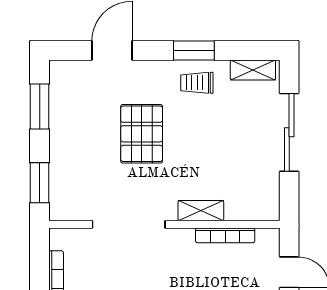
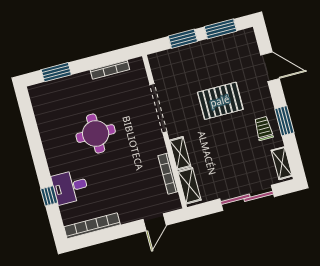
window: (40, 183) -> (183, 39), moved
shelving: (250, 210) -> (189, 186), added

